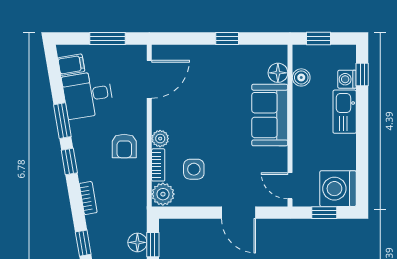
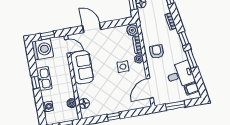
window: (362, 75) -> (36, 82), moved
kitchen sink: (345, 112) -> (44, 79), moved
sofa: (270, 115) -> (82, 67), moved
side table: (194, 169) -> (123, 67), moved

